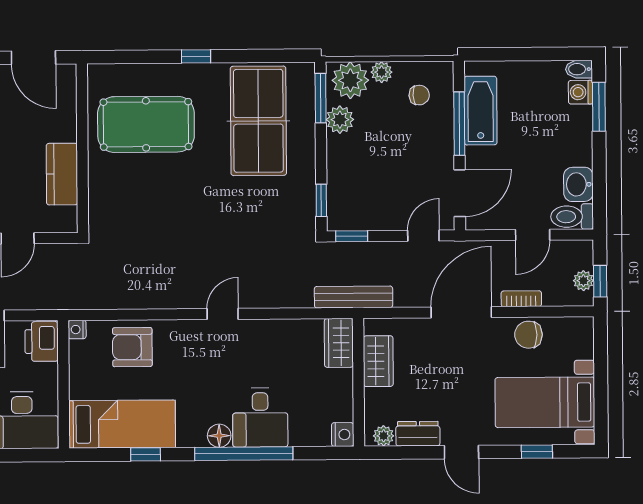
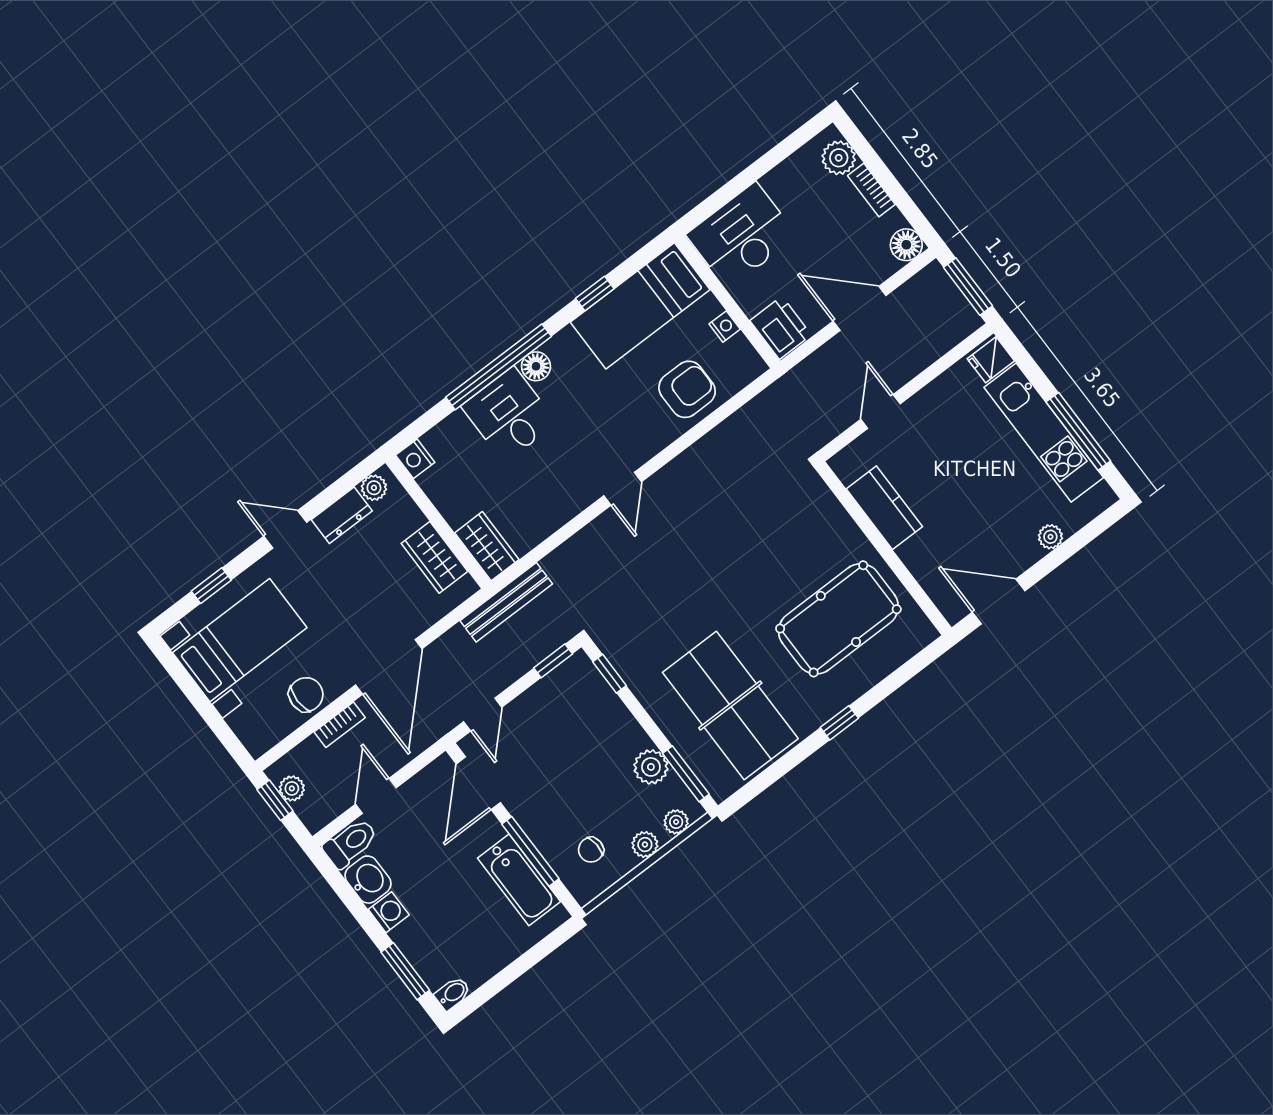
plant: (350, 80) -> (676, 822), width x0.53, depth x0.53
washing machine: (580, 92) -> (389, 912), moved
nightstand: (77, 330) -> (725, 327), moved

